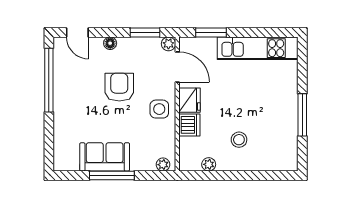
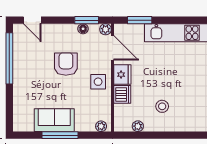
floor lamp: (110, 43) -> (83, 29), moved

